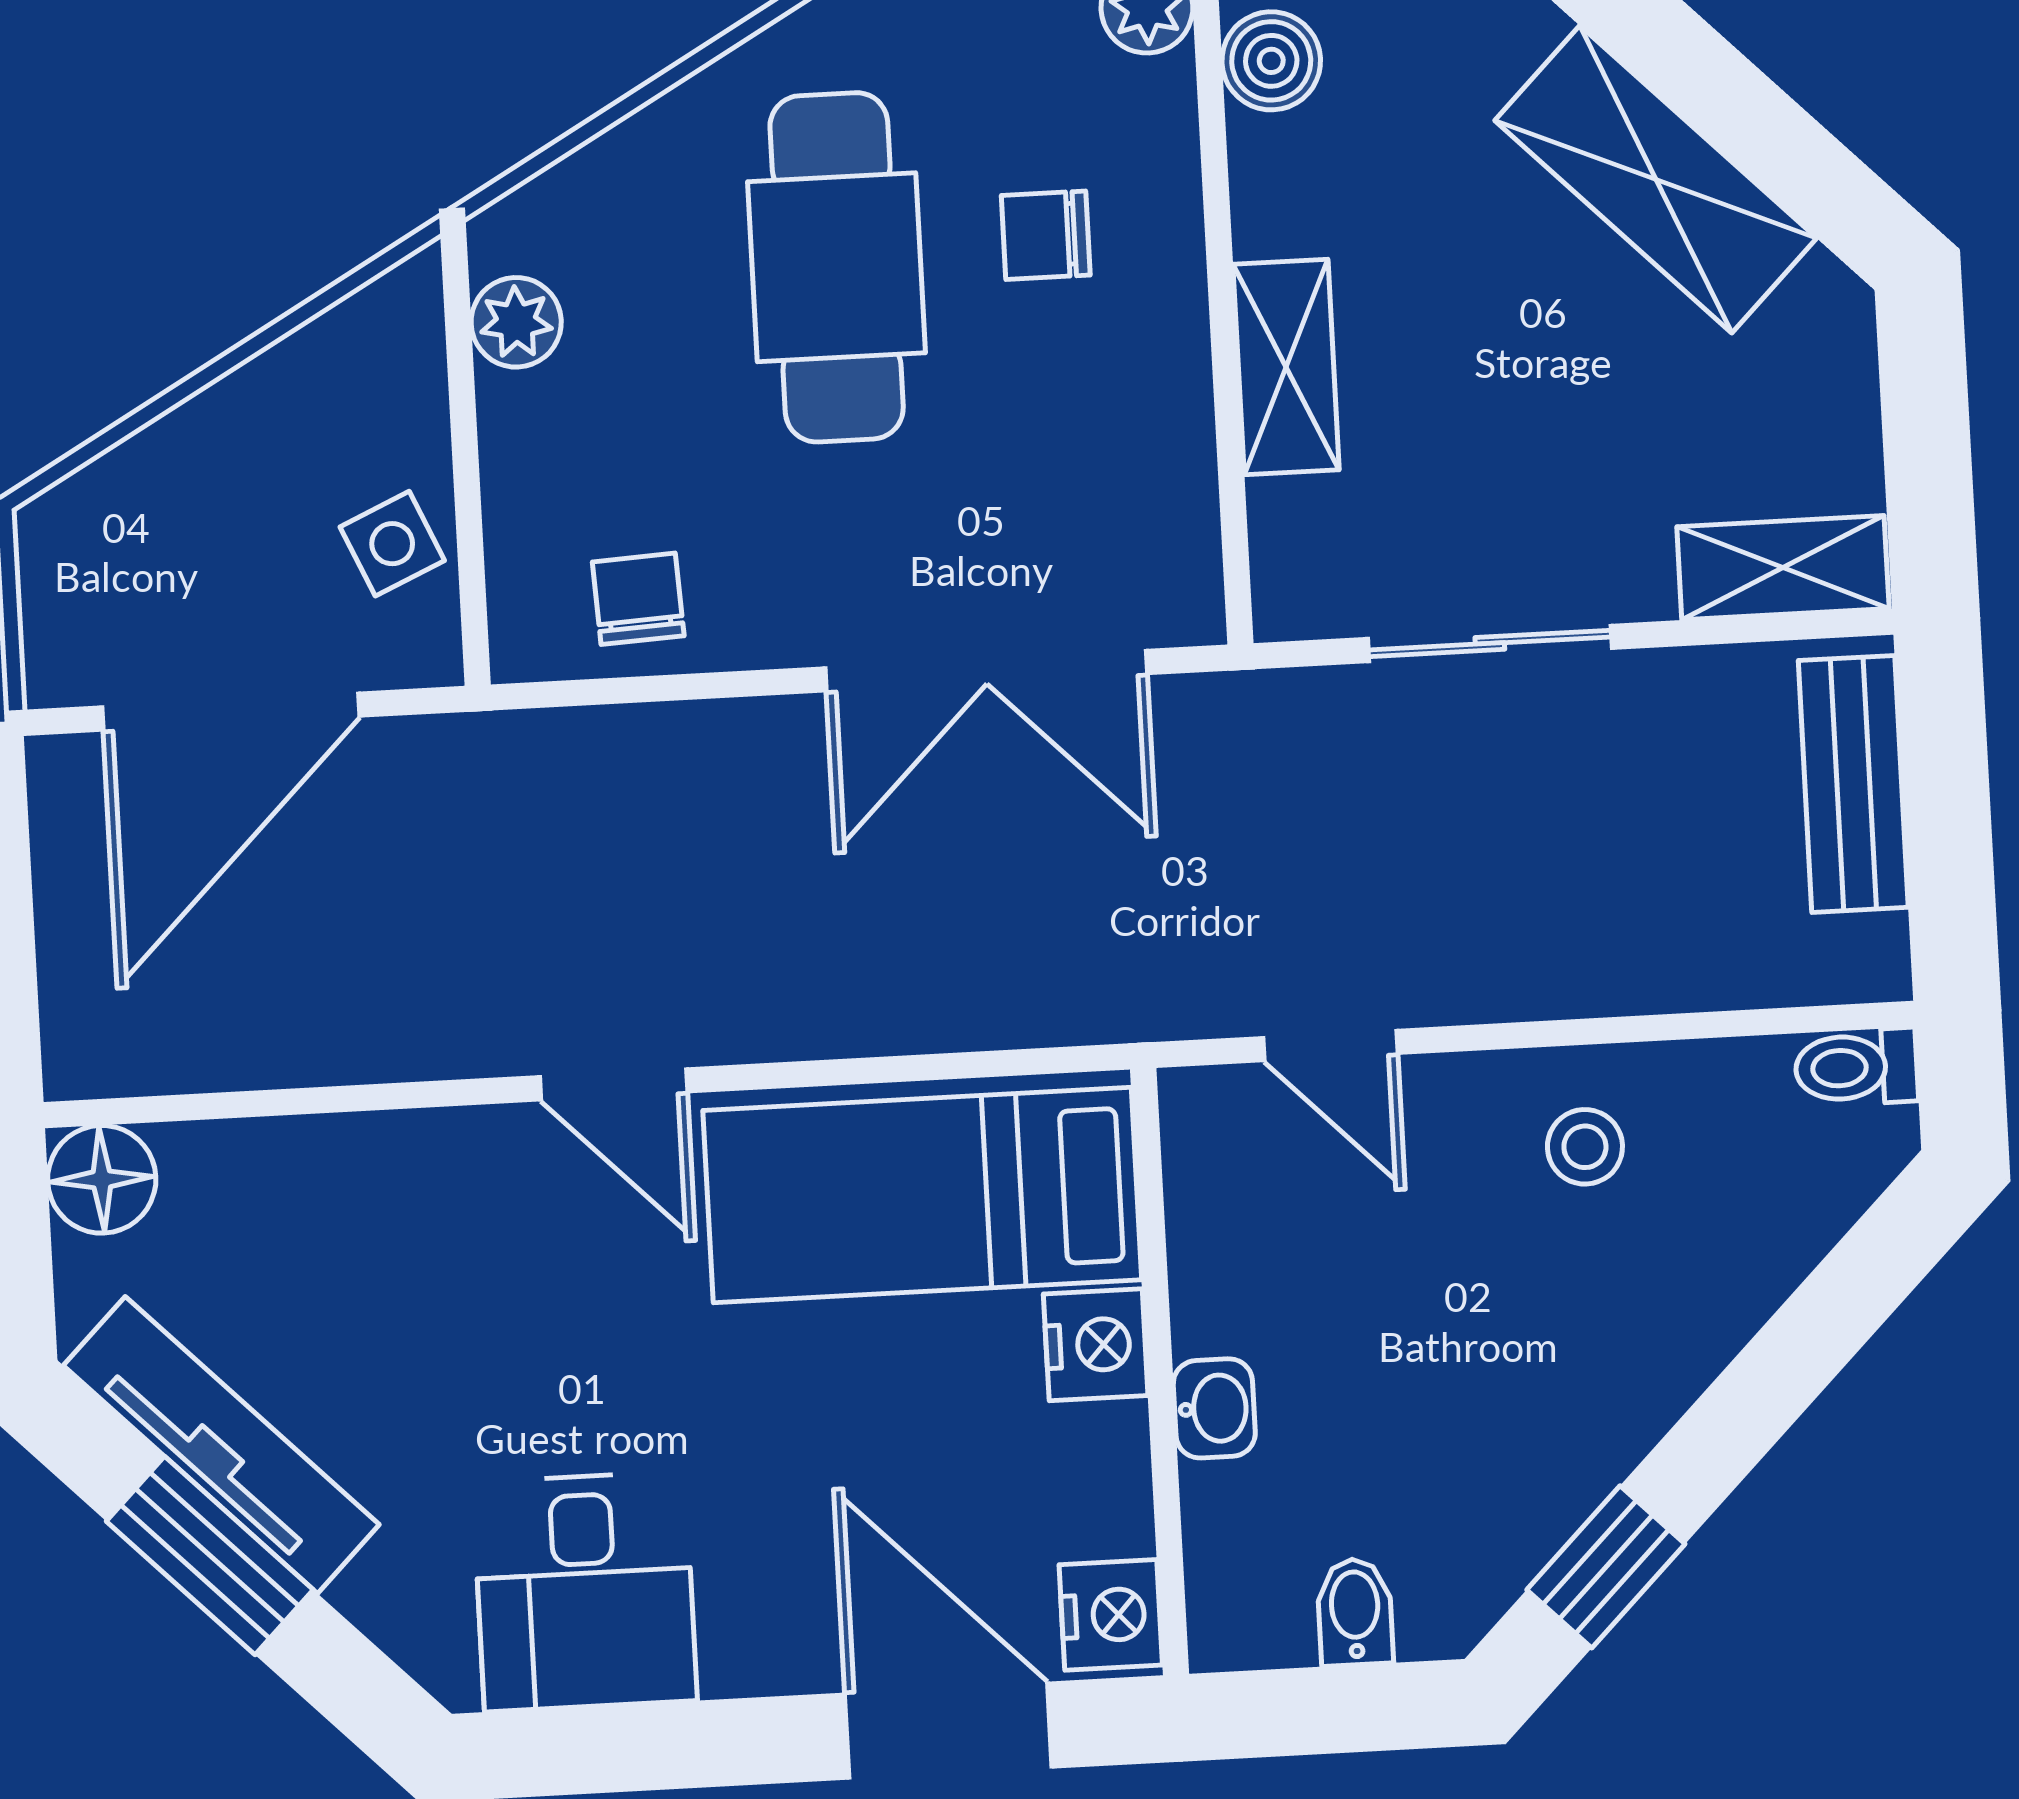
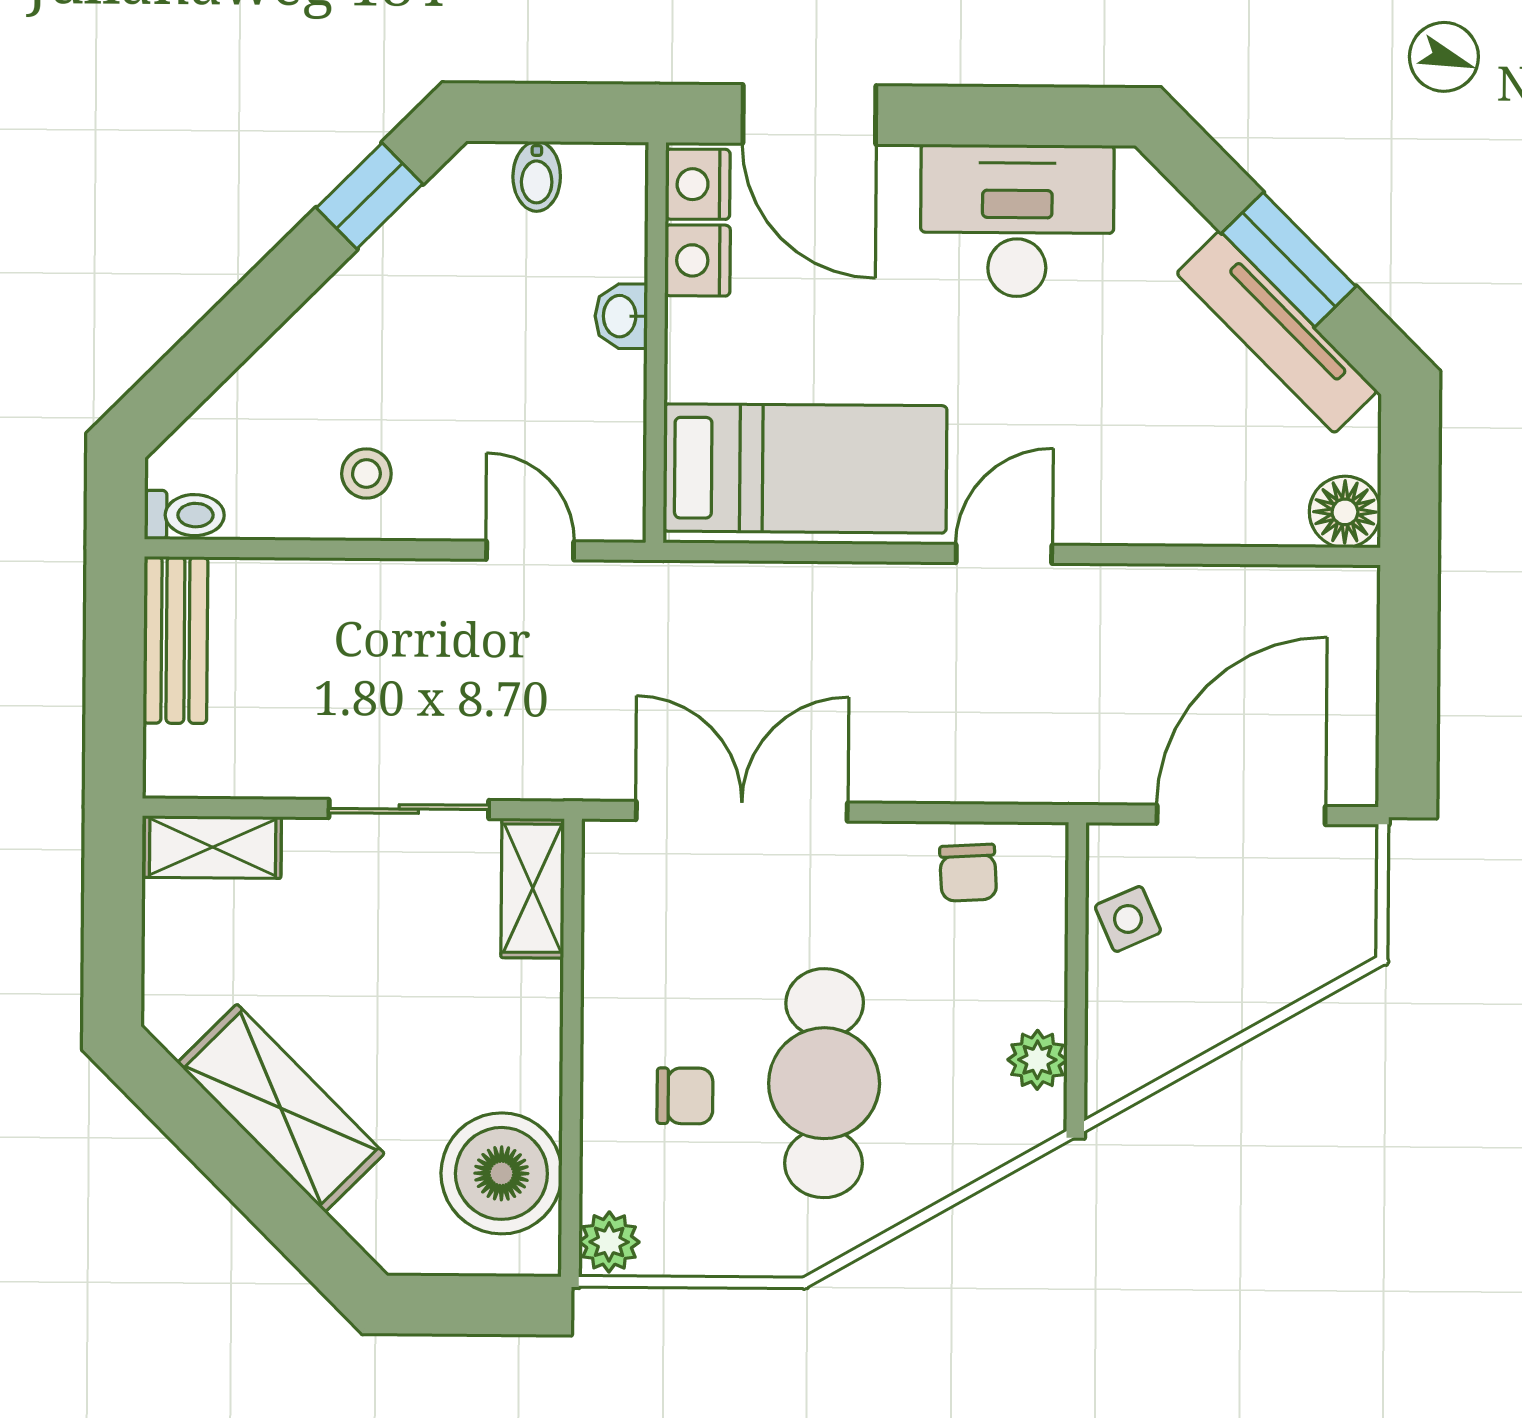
boiler: (1271, 61) -> (501, 1173), width x1.86, depth x1.86
shelving: (1286, 367) -> (533, 888), moved
bench: (1853, 784) -> (175, 640), moved
door: (614, 1084) -> (1004, 554), hinge flipped
nightstand: (1096, 1345) -> (697, 260), moved
desk: (585, 1592) -> (1017, 221), width x1.37

